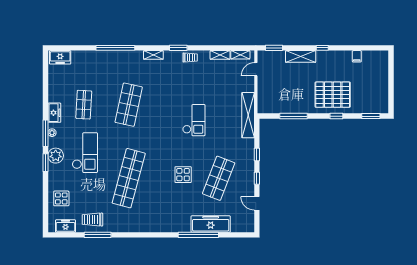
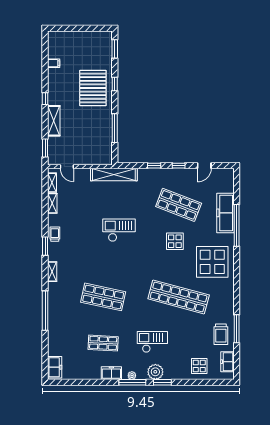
checkout: (85, 153) -> (152, 342), width x0.73, depth x0.83
display table: (163, 211) -> (212, 262), added

